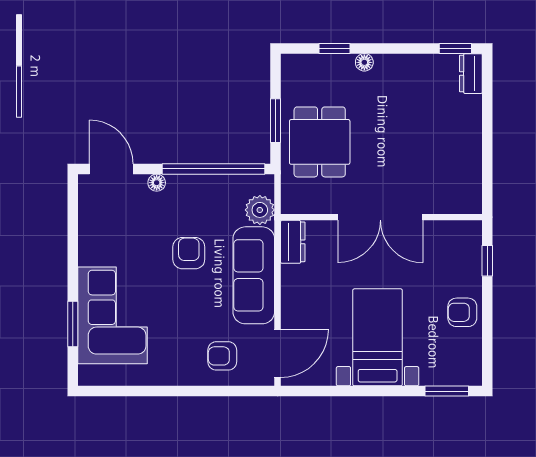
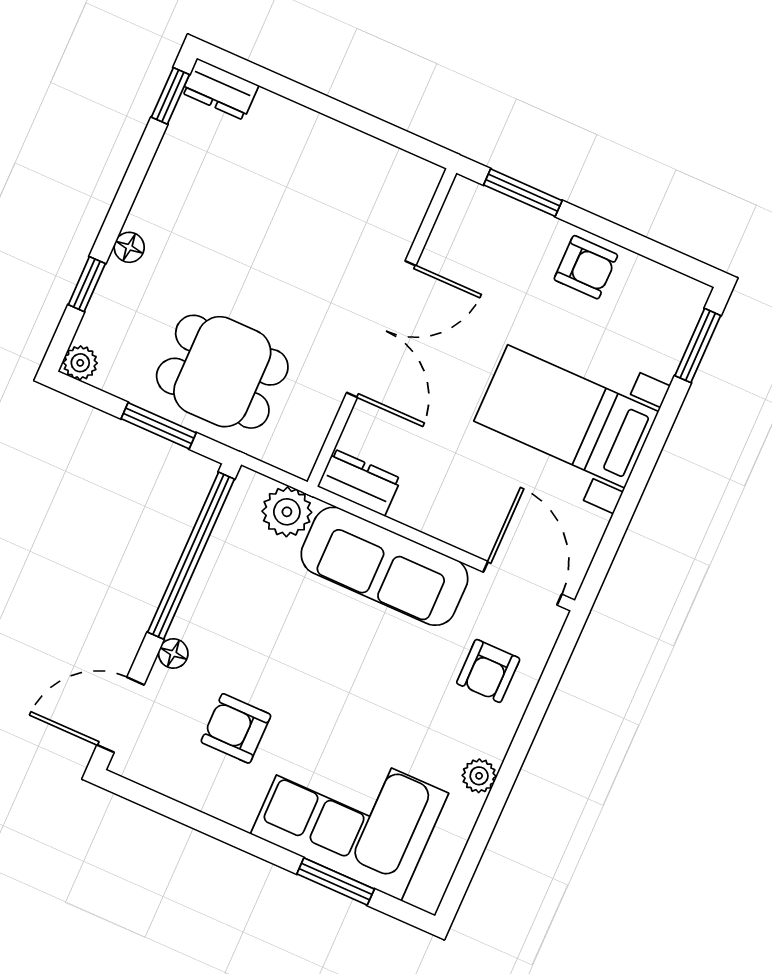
plant: (291, 64) -> (80, 363), added
armchair: (189, 253) -> (236, 728), moved
window: (487, 261) -> (523, 193), width x1.50
armchair: (462, 312) -> (586, 267), turned -90
plant: (164, 376) -> (479, 776), added

